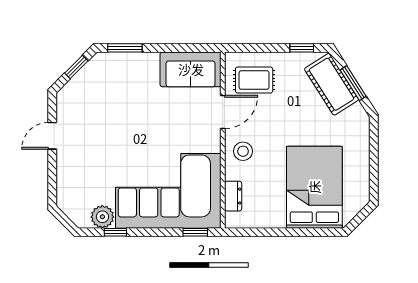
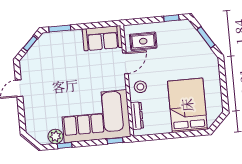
cot: (332, 84) -> (192, 39), removed
dresser: (233, 196) -> (137, 116), width x1.44

